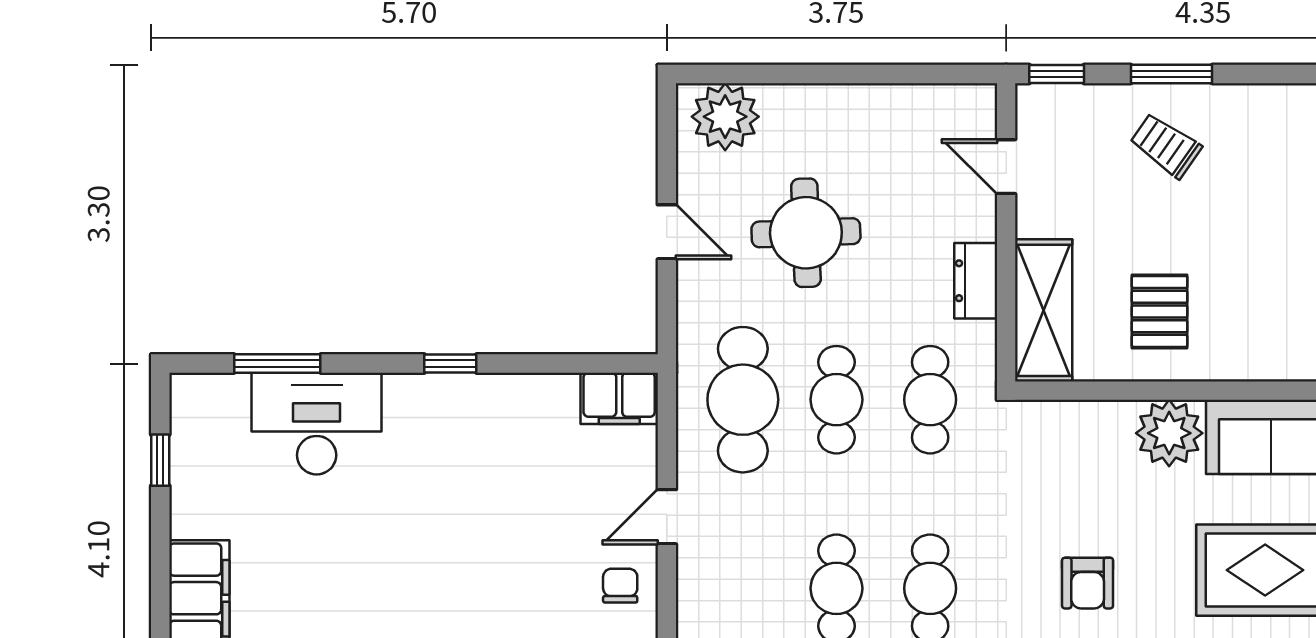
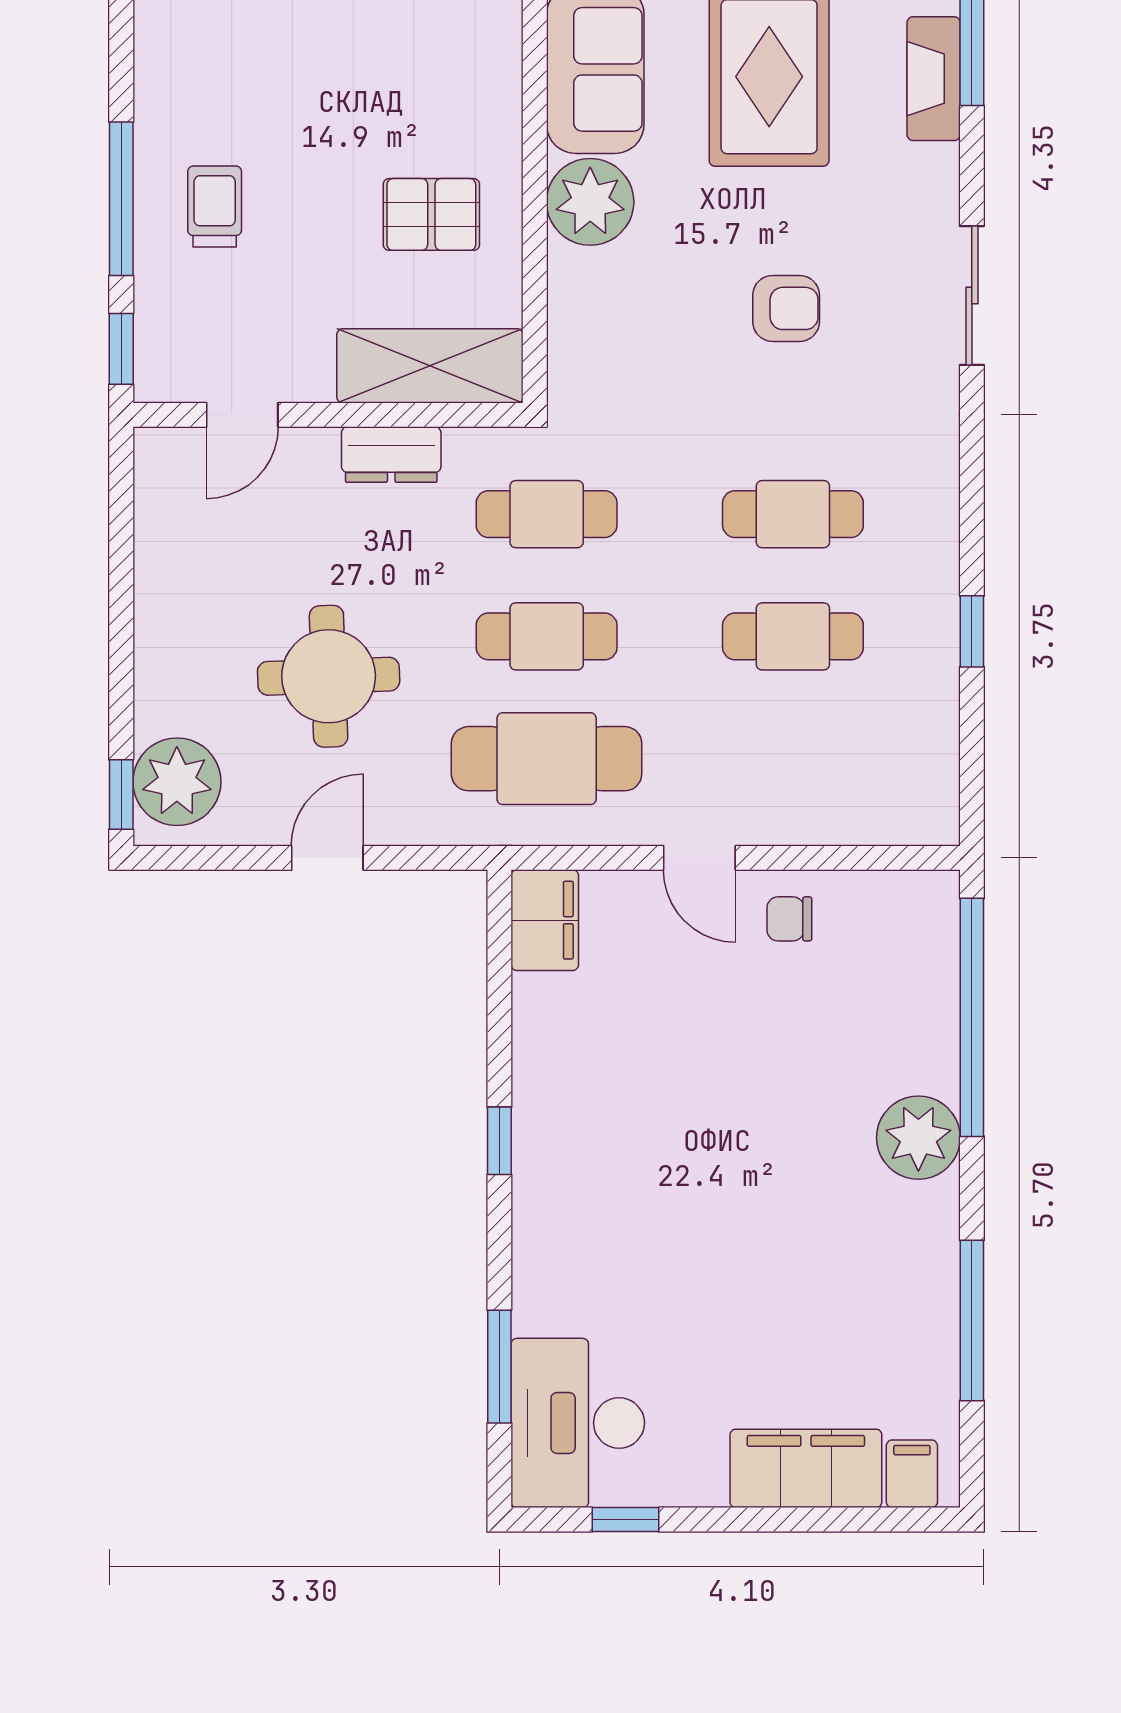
window: (715, 74) -> (121, 795), added
window: (1171, 74) -> (121, 199), width x1.44
trolley: (1166, 146) -> (215, 206), turned 145
desk: (317, 424) -> (578, 1423), moved

